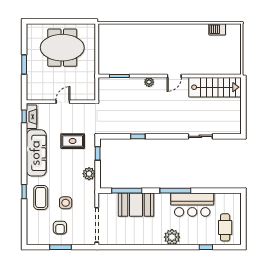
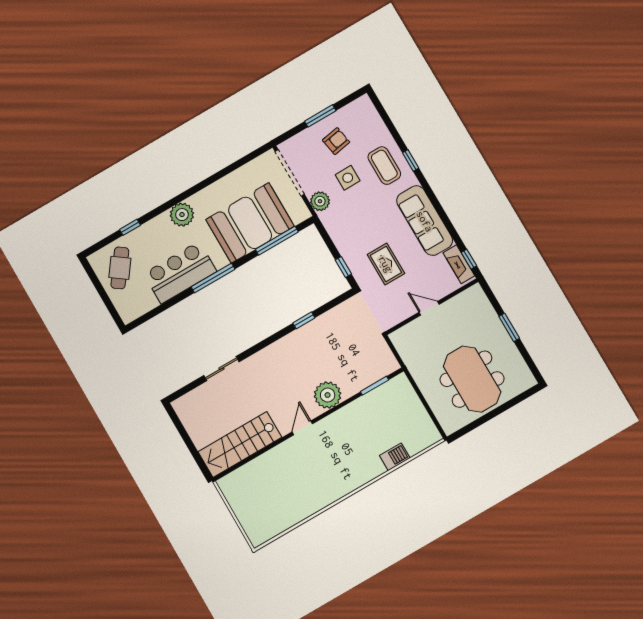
barbecue: (217, 29) -> (395, 457), moved
meeting table: (62, 48) -> (472, 379), turned 90
plant: (149, 82) -> (328, 395), width x1.88, depth x1.88
door: (63, 102) -> (429, 308), swing flipped
rug: (73, 141) -> (386, 264), turned 90
plant: (89, 174) -> (320, 201), moved
booth: (136, 205) -> (250, 223), width x1.36, depth x1.42
cafe table: (225, 227) -> (120, 268), turned 36
armchair: (60, 228) -> (336, 141), turned 80

